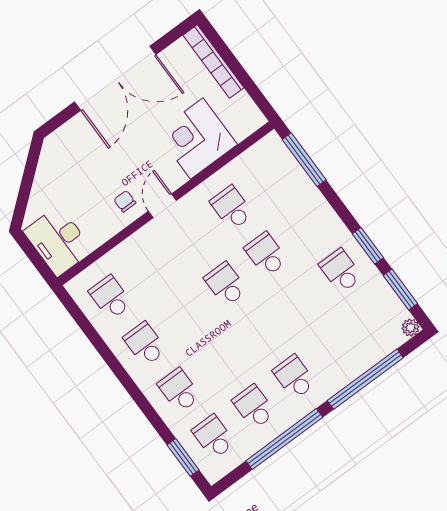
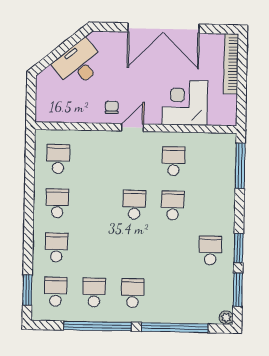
desk: (58, 241) -> (79, 64), moved, turned 51

